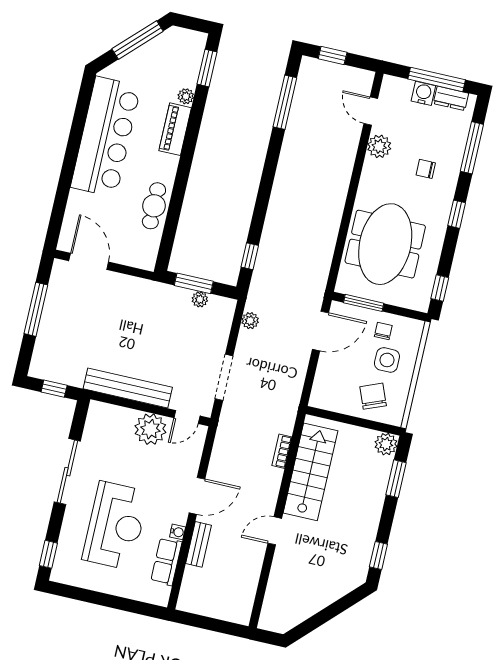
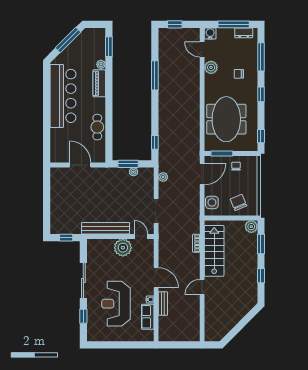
water cooler: (423, 93) -> (210, 33), moved
window: (285, 102) -> (155, 75), moved
door: (89, 261) -> (80, 165), moved
window: (36, 309) -> (47, 197), removed
side table: (387, 360) -> (212, 202), moved
door: (187, 417) -> (141, 236), swing flipped
door: (197, 496) -> (156, 278), hinge flipped
reception desk: (115, 526) -> (116, 304), turned 180
window: (48, 554) -> (83, 316), moved
window: (378, 556) -> (261, 276), moved

